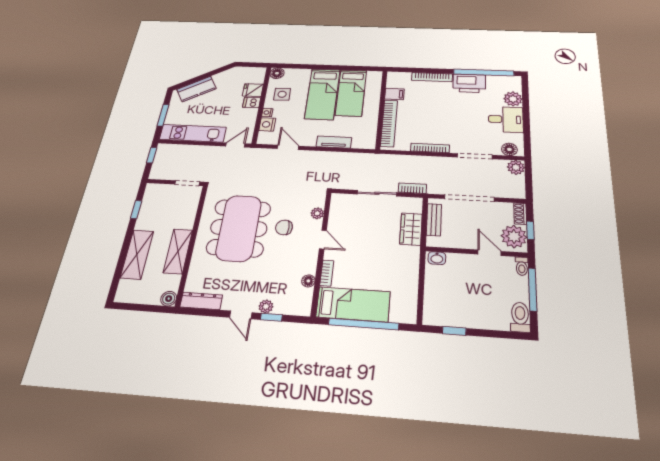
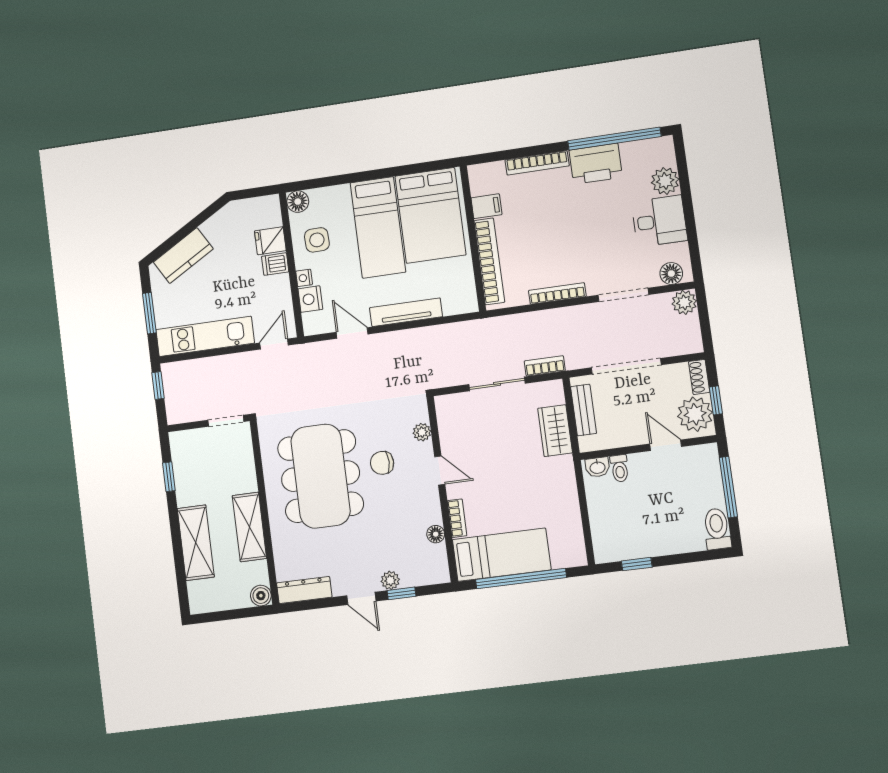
bed: (351, 93) -> (430, 215), width x1.50
tv unit: (334, 142) -> (406, 312), width x1.41
toilet: (522, 266) -> (620, 468), moved

